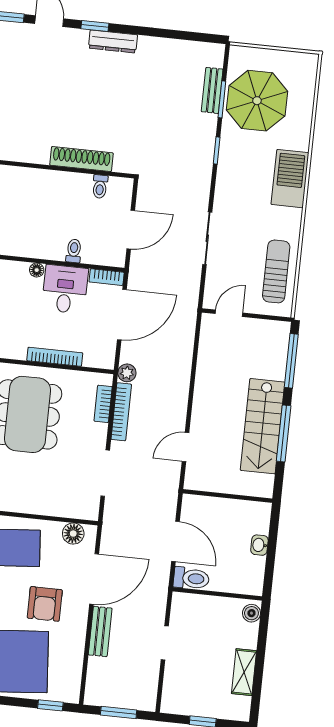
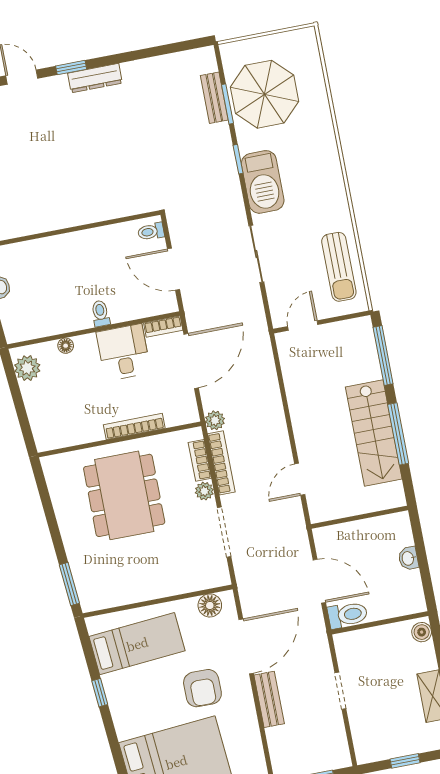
shoe rack: (81, 159) -> (99, 211), removed
barbecue: (290, 179) -> (263, 182), moved, turned 180
toilet: (100, 187) -> (151, 232), moved, turned 90
door: (131, 230) -> (173, 269), swing flipped
toilet: (74, 251) -> (100, 313), moved
floor lamp: (37, 270) -> (66, 346), moved
sun lounger: (276, 271) -> (339, 267), turned 180
plant: (99, 432) -> (204, 491), added

